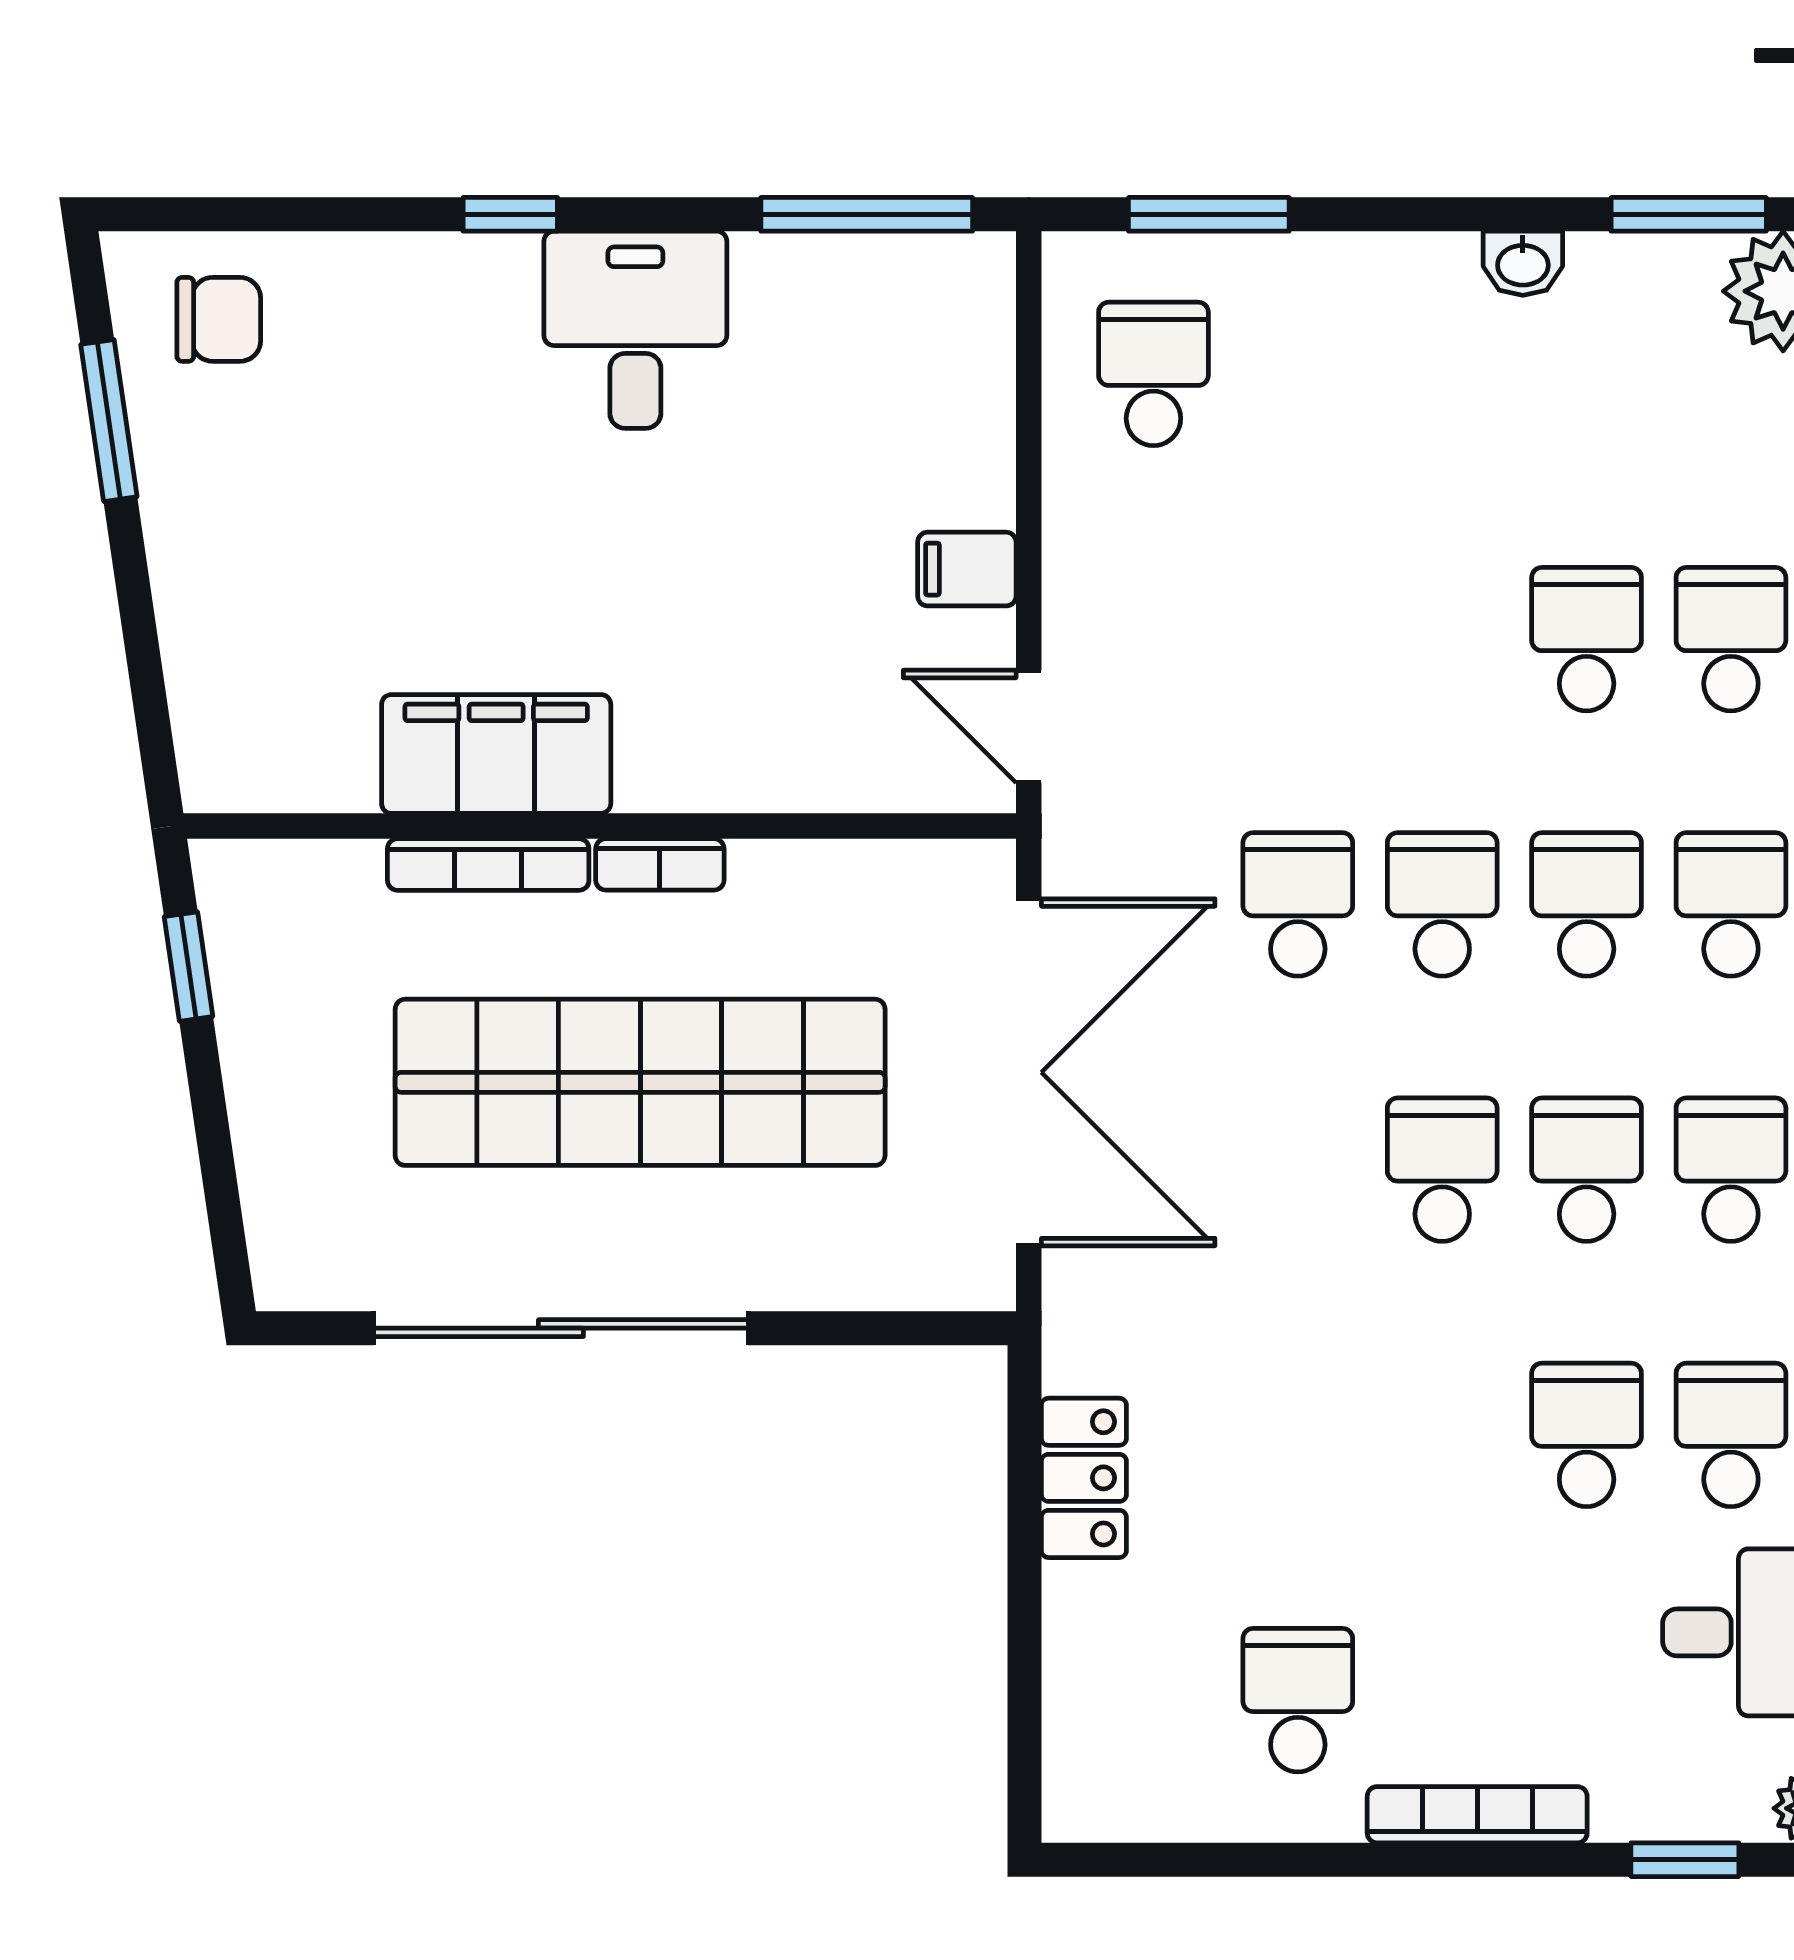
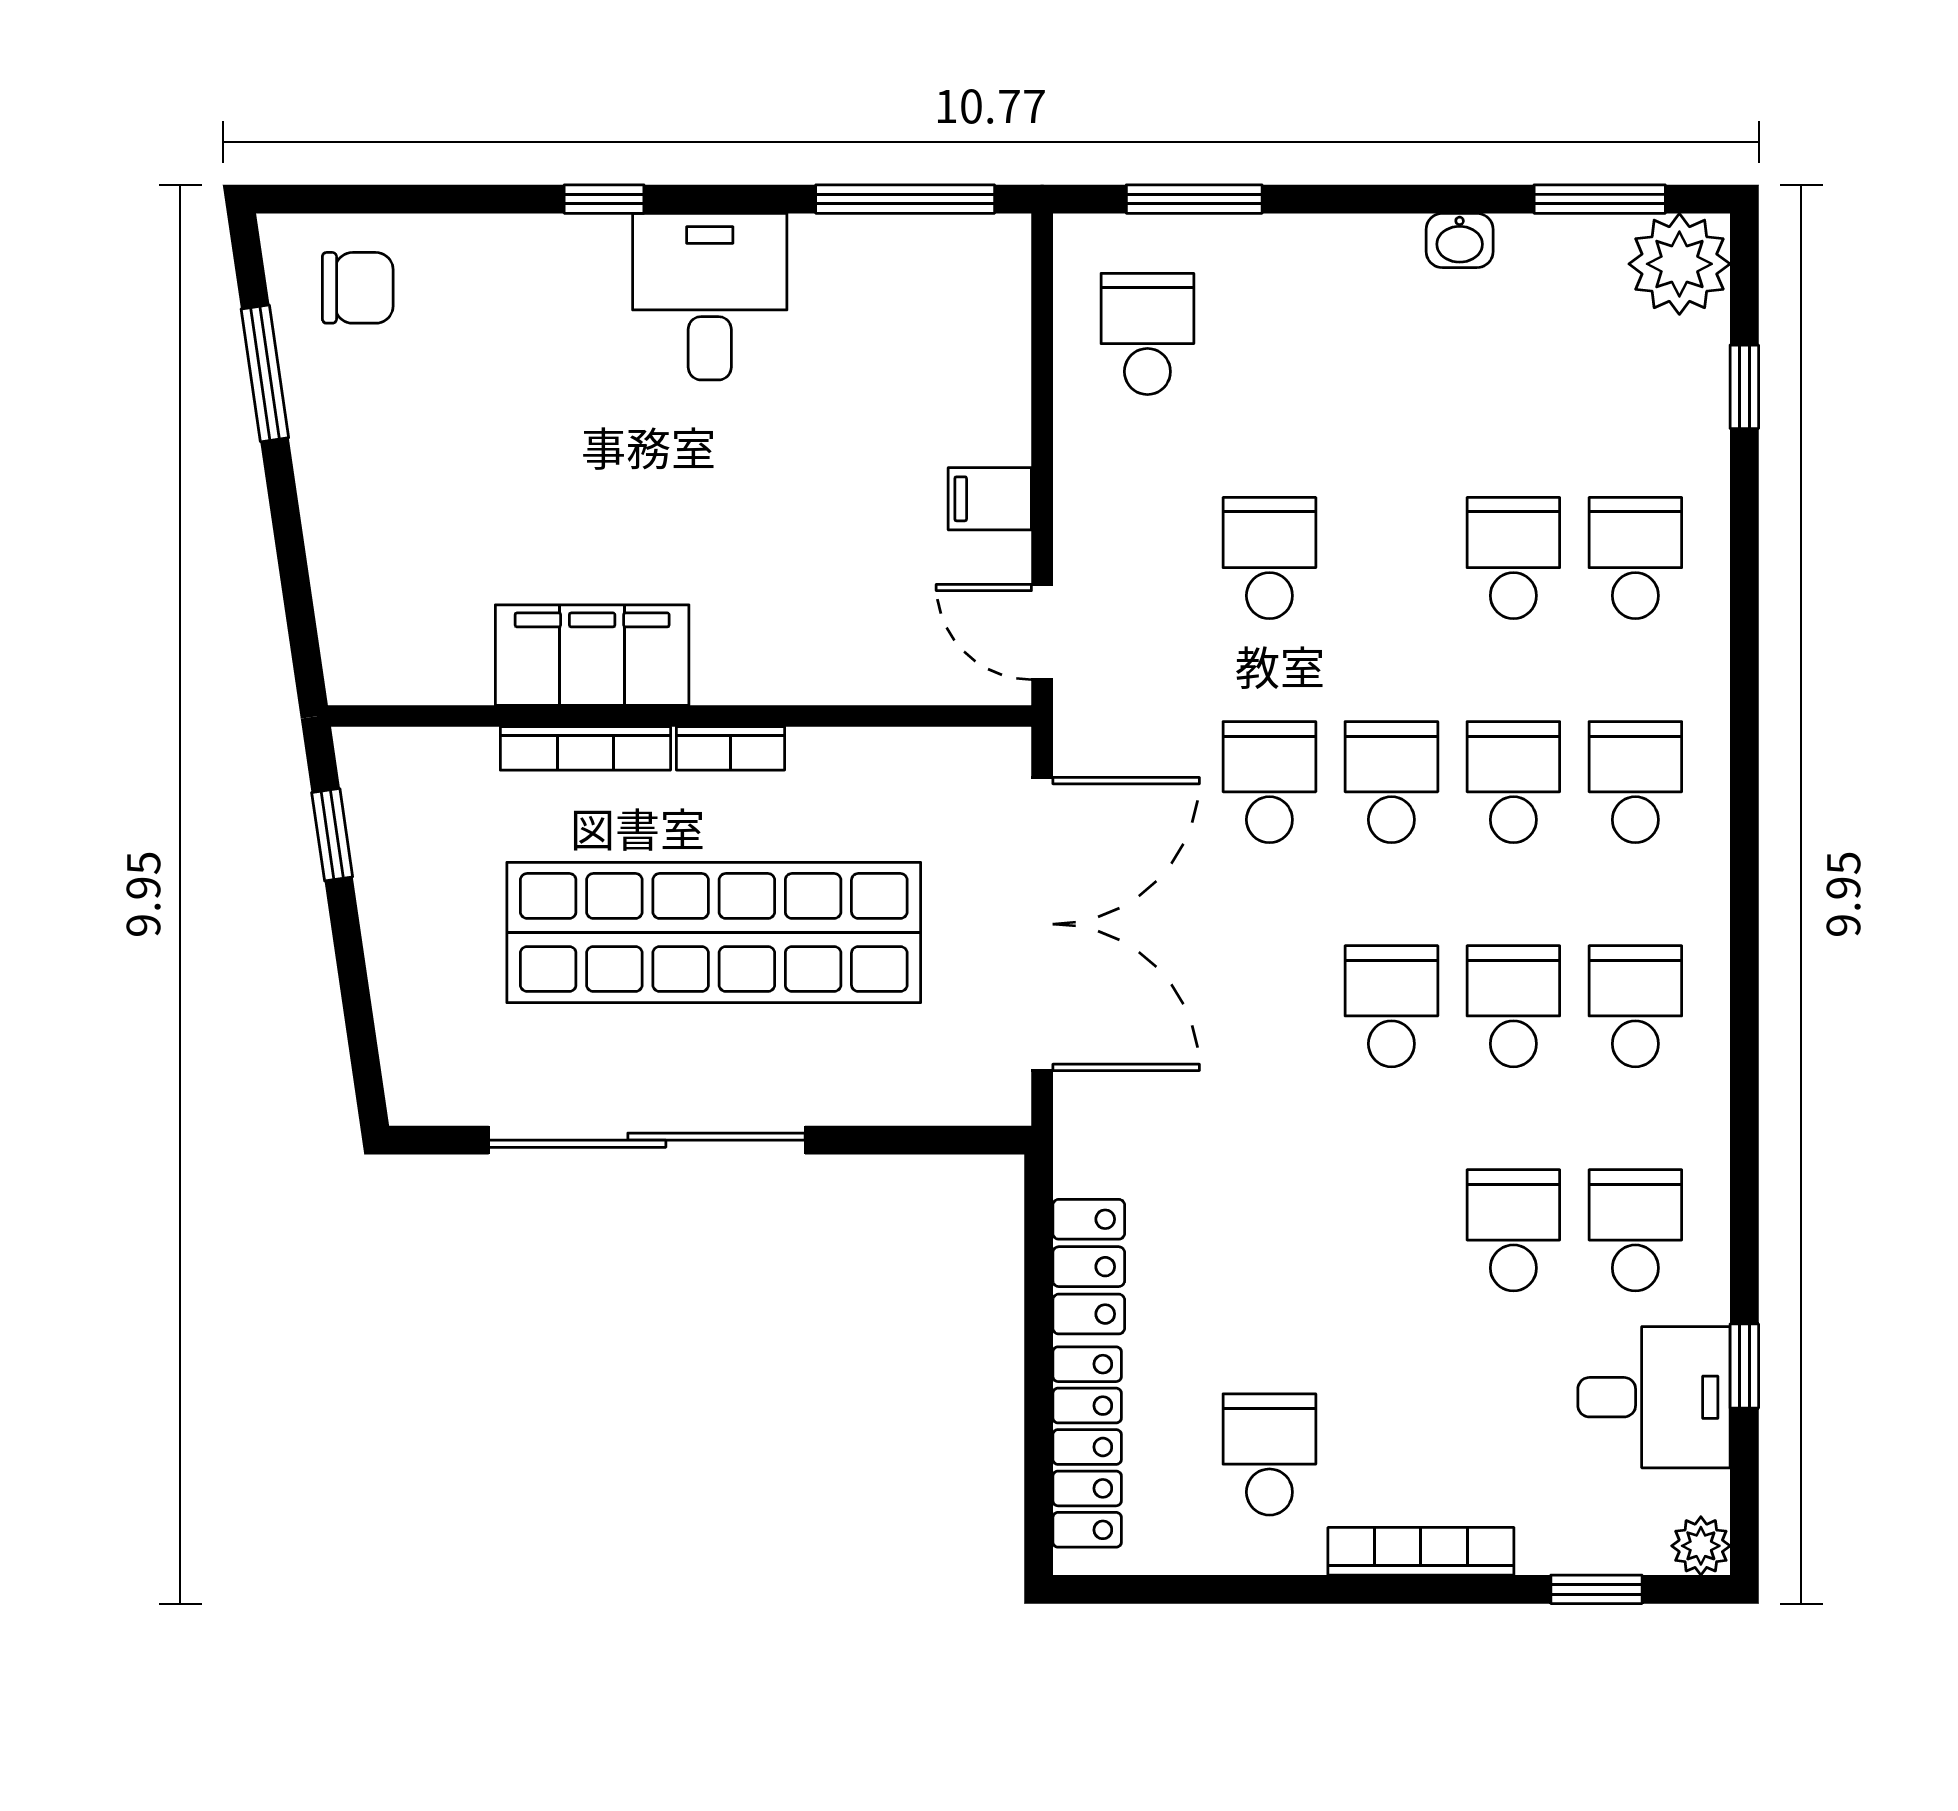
school desk: (1298, 639) -> (1269, 558), added
locker: (1082, 1691) -> (1087, 1447), added

